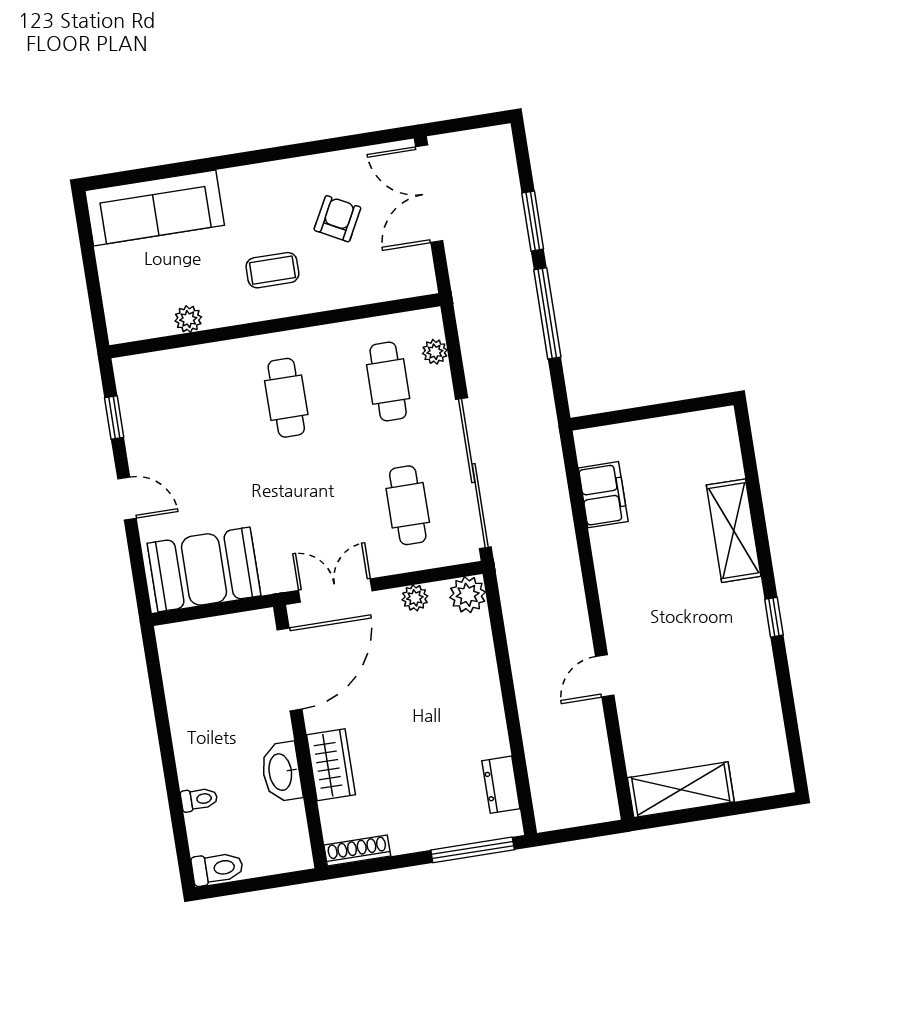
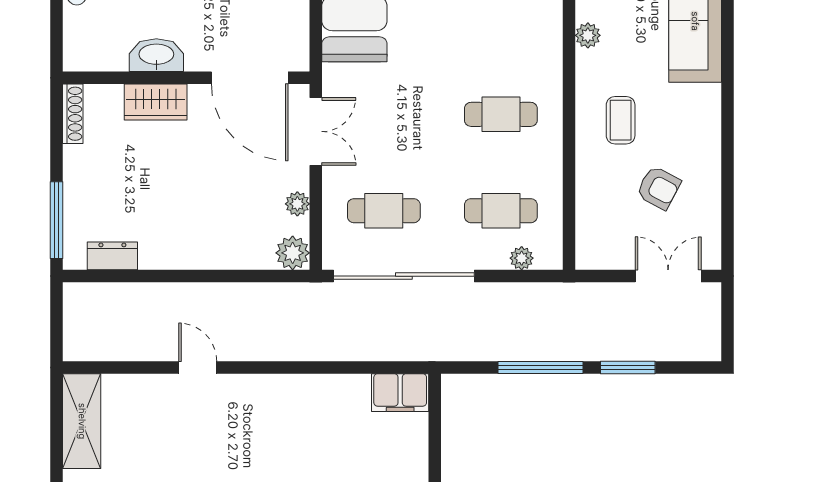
double door: (429, 194) -> (668, 276), width x0.73
filing cabinet: (603, 495) -> (400, 393), moved

